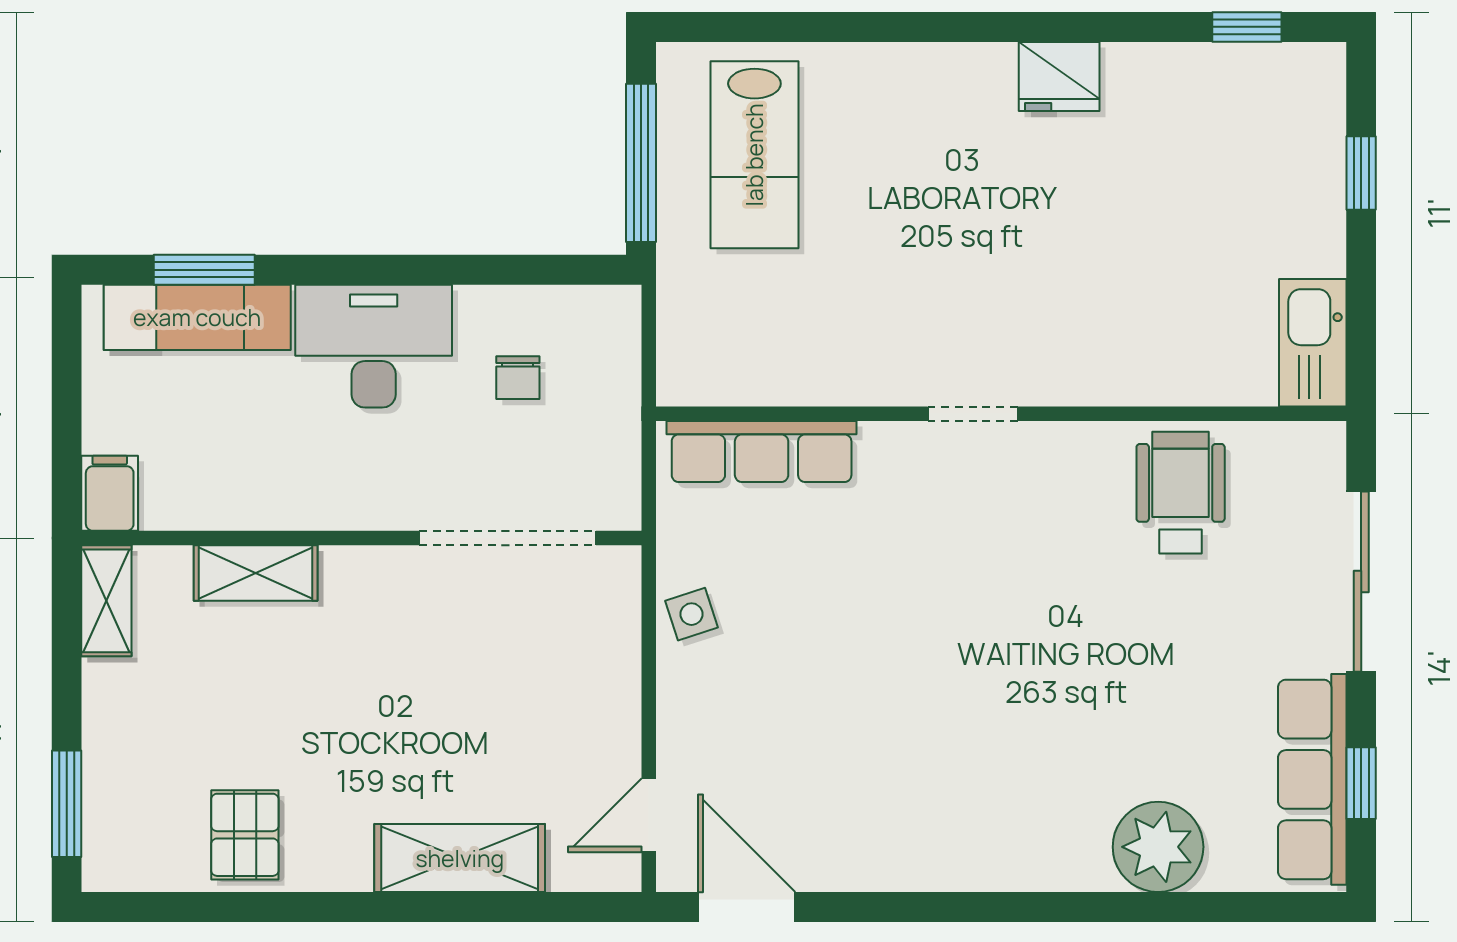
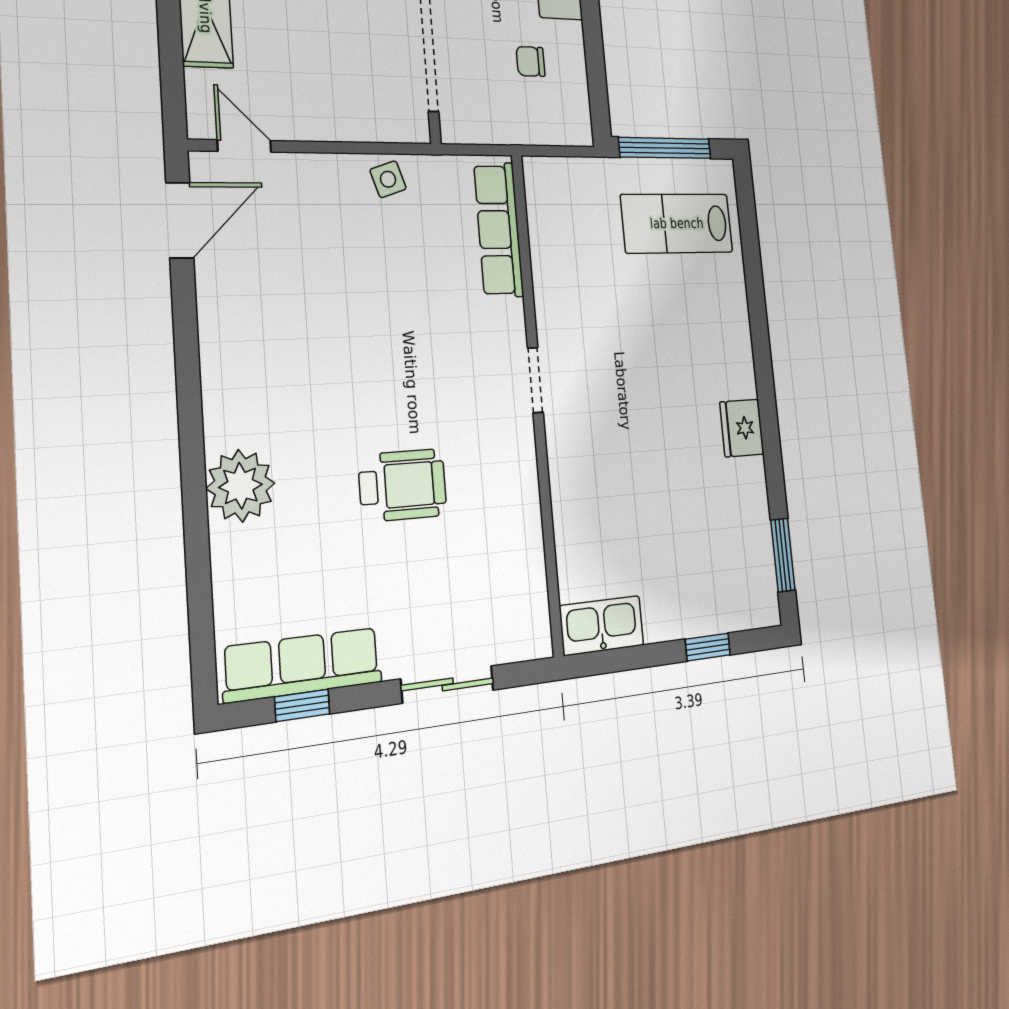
window: (1247, 27) -> (783, 555), width x1.50
wheelchair: (1181, 493) -> (403, 485), moved
sliding door: (1361, 582) -> (448, 684), width x0.73
plant: (1158, 847) -> (240, 486), moved

